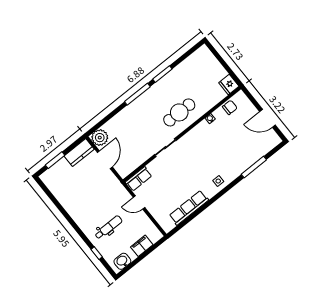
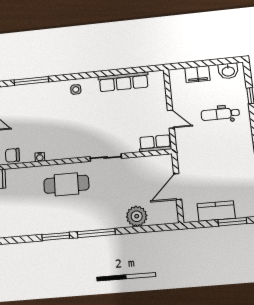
plant: (100, 138) -> (137, 216), moved
kitchen counter: (79, 153) -> (216, 211), moved

